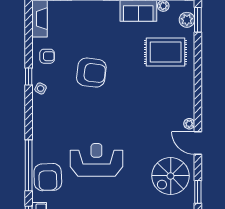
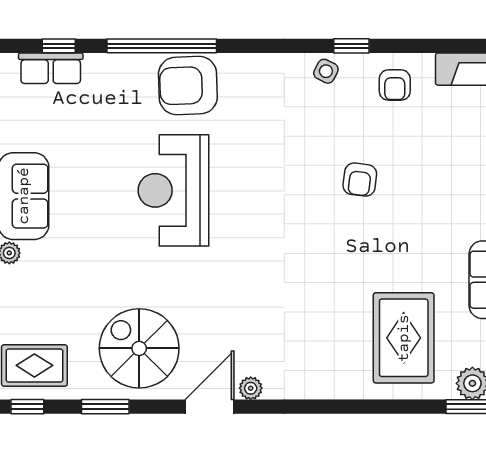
armchair: (91, 73) -> (360, 180), width x0.53, depth x0.53
reception desk: (96, 160) -> (173, 190), turned 180
armchair: (48, 177) -> (188, 85), moved

